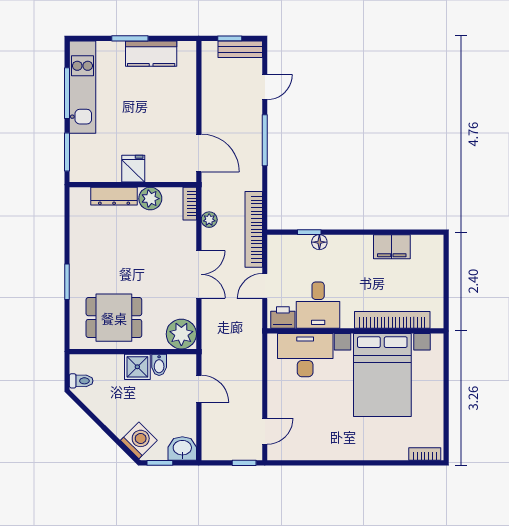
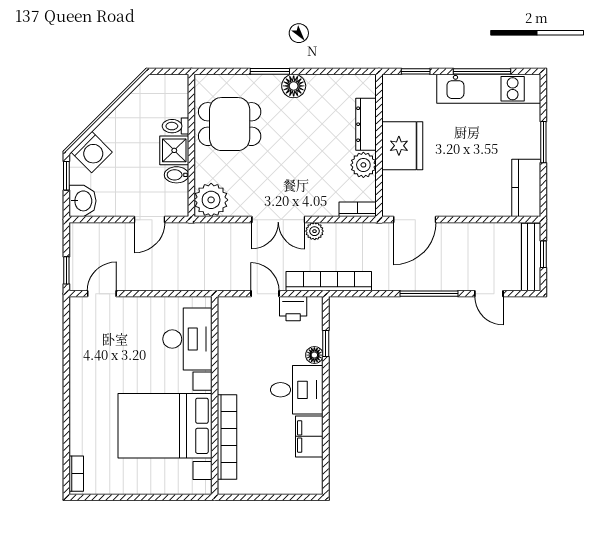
bench: (240, 49) -> (531, 257), width x1.36
kitchen counter: (151, 54) -> (526, 188), moved
window: (67, 152) -> (416, 71), width x0.67
fridge: (133, 169) -> (402, 146), width x1.88, depth x1.34
plant: (209, 220) -> (315, 231), moved
floor lamp: (80, 261) -> (294, 86), added
desk: (318, 305) -> (297, 390), moved, turned 180
dining table: (114, 318) -> (230, 124), turned 90
printer: (283, 318) -> (293, 309), moved, turned 90
toilet: (81, 381) -> (175, 126), moved, turned 90
door: (265, 431) -> (102, 294), swing flipped

